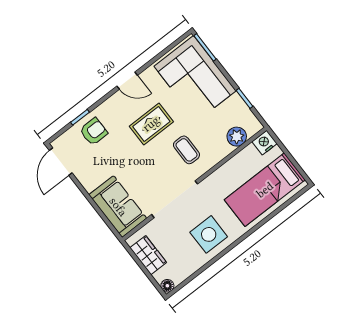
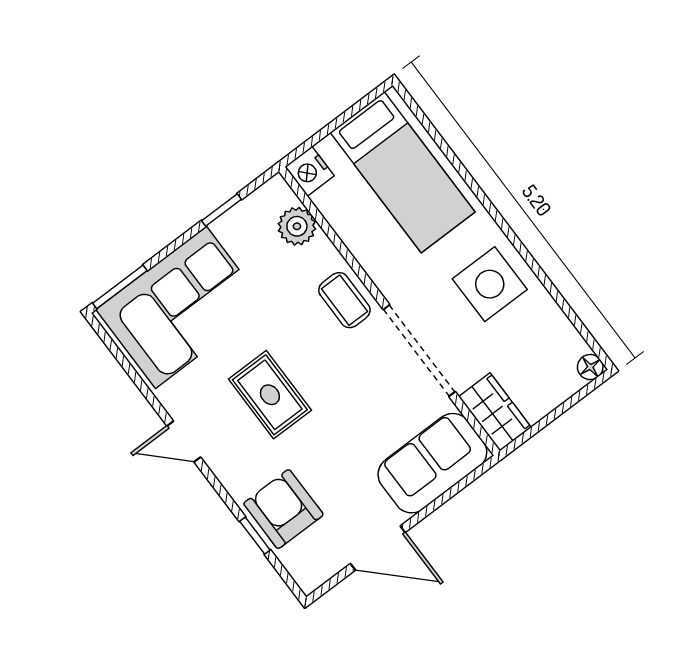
door: (127, 81) -> (184, 441), swing flipped
armchair: (94, 132) -> (283, 509), width x1.38, depth x1.38
coffee table: (186, 150) -> (344, 300), moved, turned 90
door: (61, 162) -> (378, 548), moved
wardrobe: (148, 255) -> (495, 412), moved, turned 90

